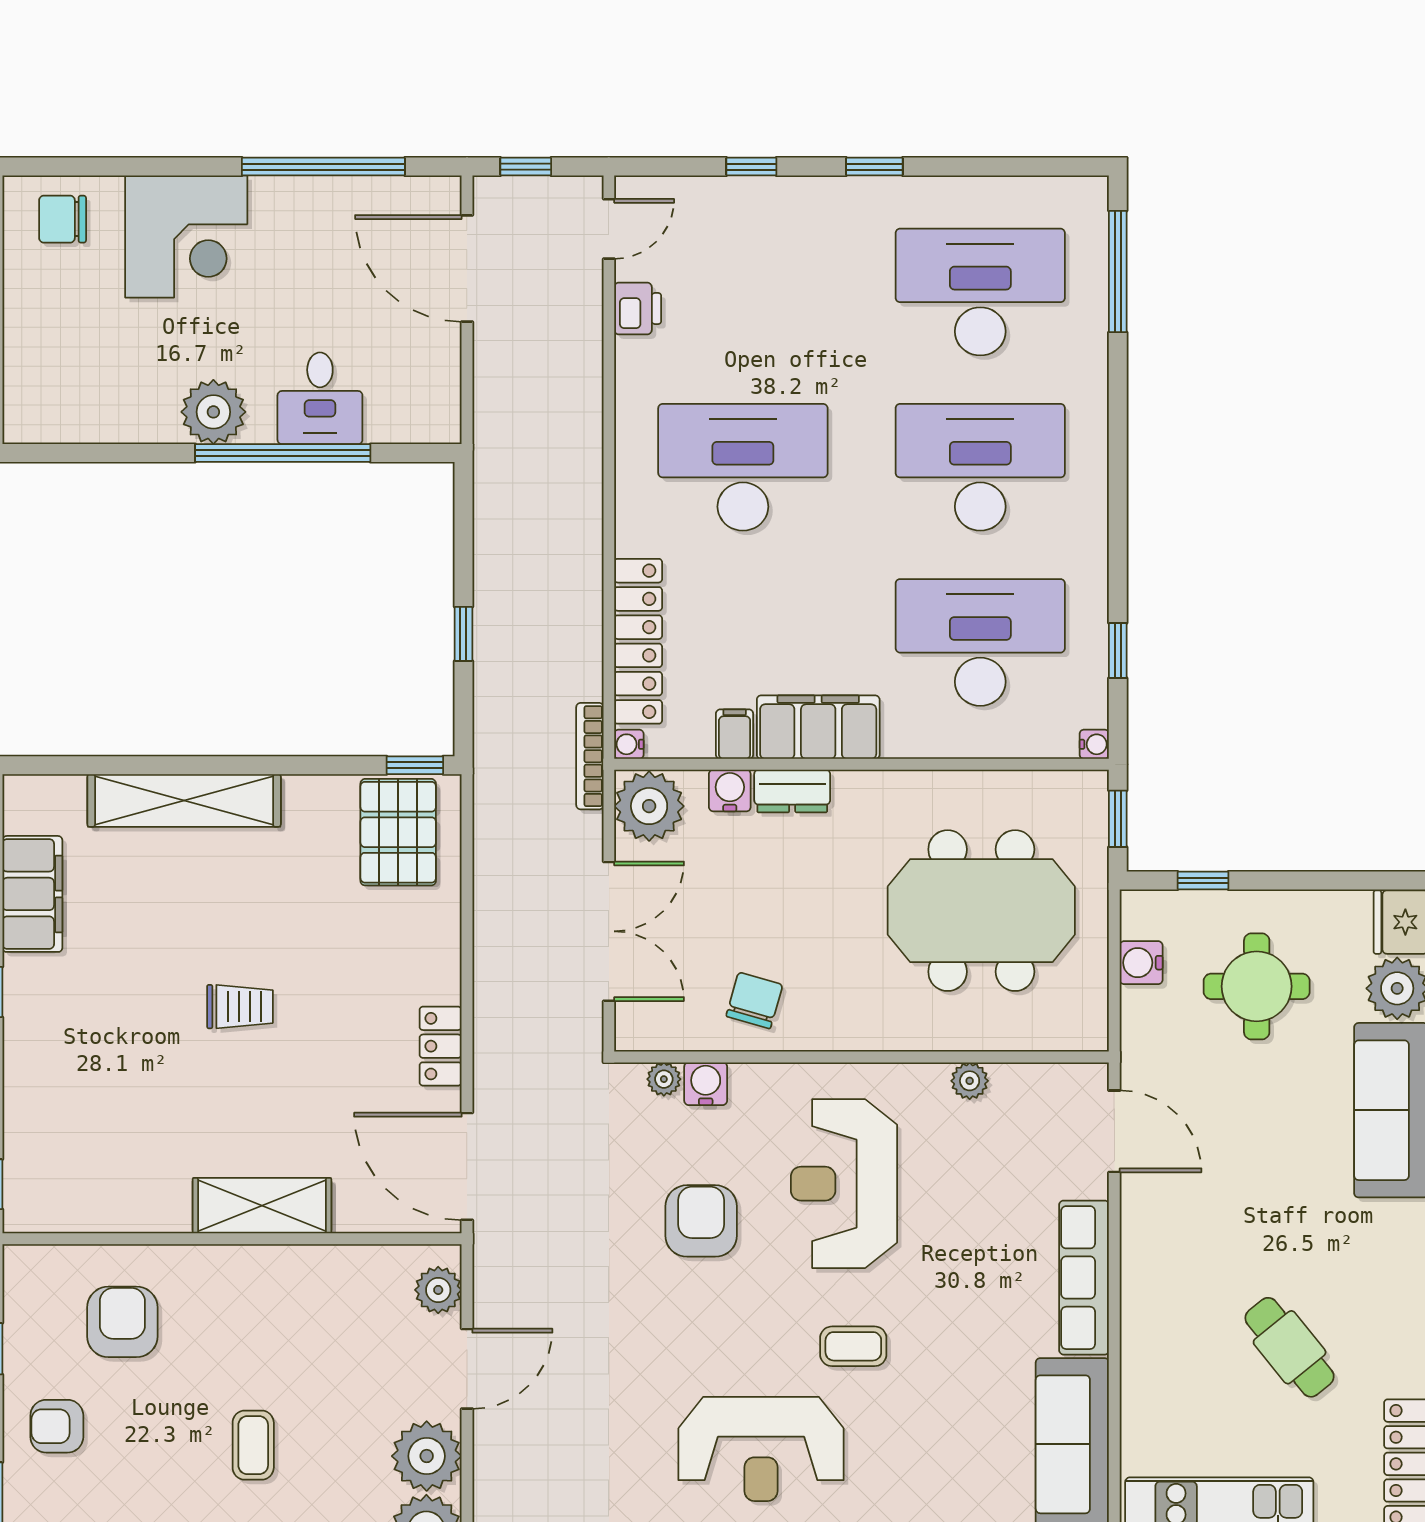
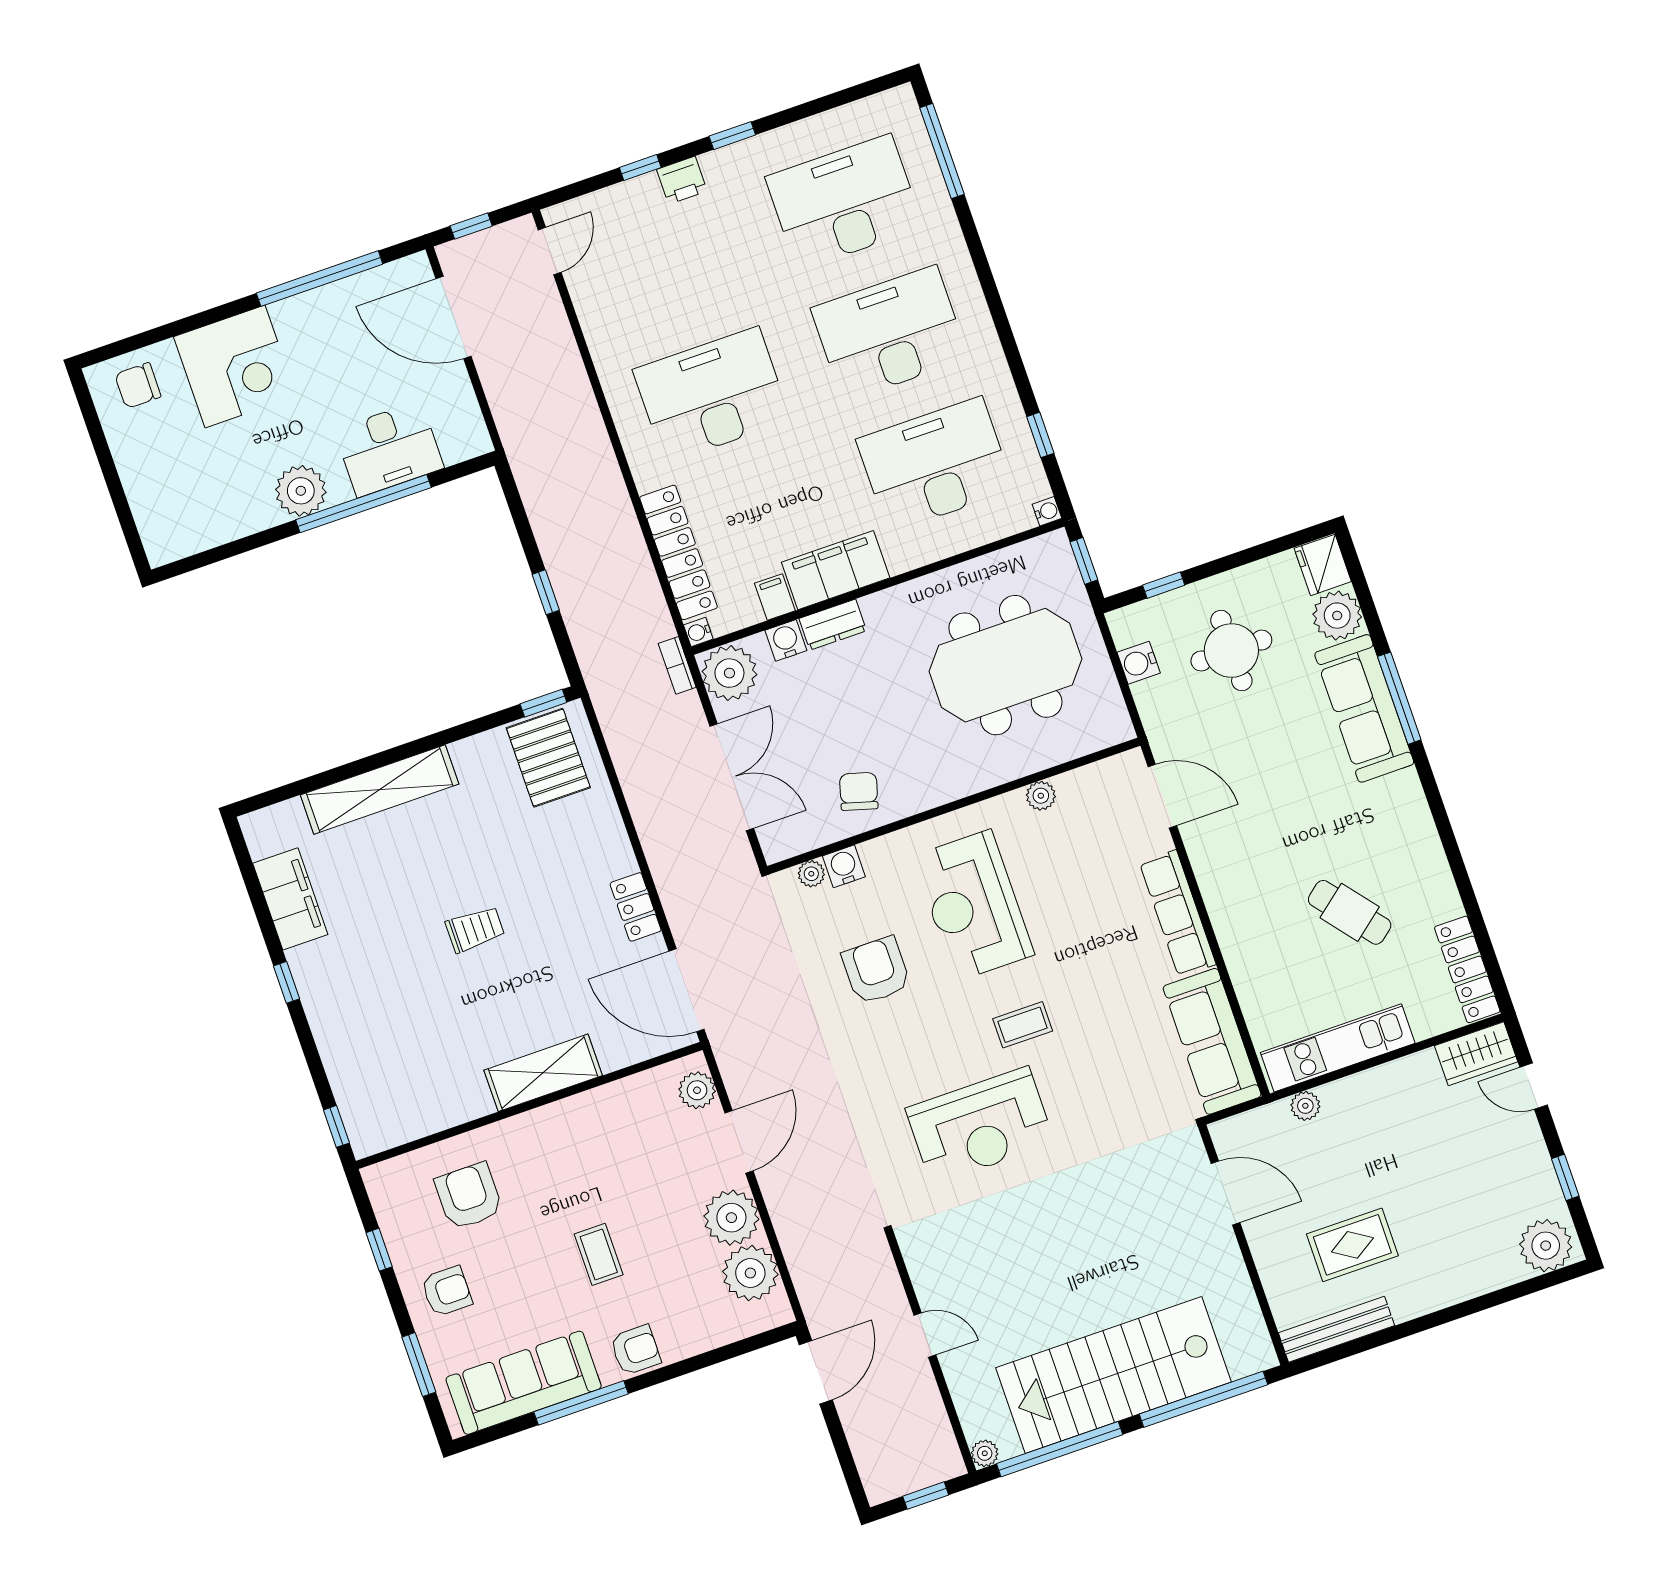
printer: (638, 309) -> (682, 180), moved, turned 90
desk: (320, 398) -> (389, 449), width x1.37
bookcase: (590, 756) -> (677, 665), width x0.64
armchair: (57, 1426) -> (447, 1291), turned 180

